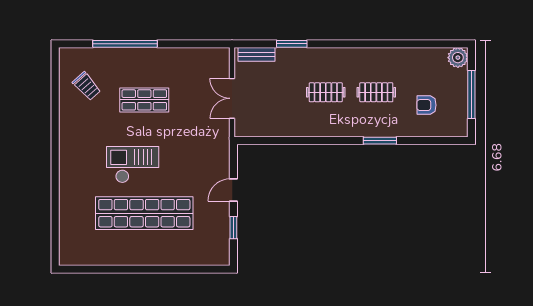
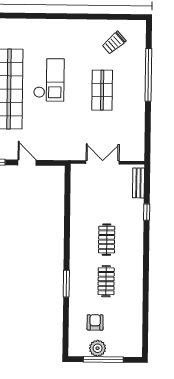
window: (292, 44) -> (147, 212), width x0.67
plant: (458, 58) -> (98, 348), moved

